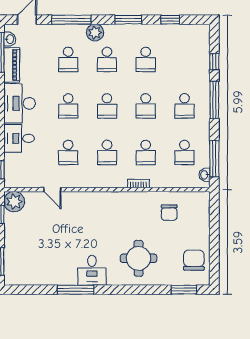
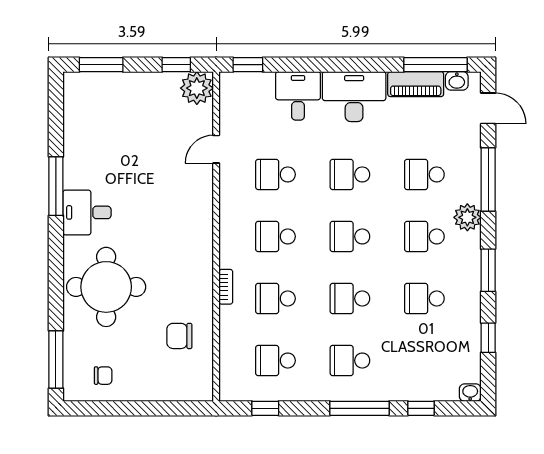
window: (214, 159) -> (265, 408), width x0.46
washbasin: (204, 175) -> (470, 393), moved
round table: (138, 258) -> (106, 287), width x1.36, depth x1.36
chair: (194, 260) -> (103, 376), width x0.54, depth x0.54
window: (184, 290) -> (56, 360), width x1.44

